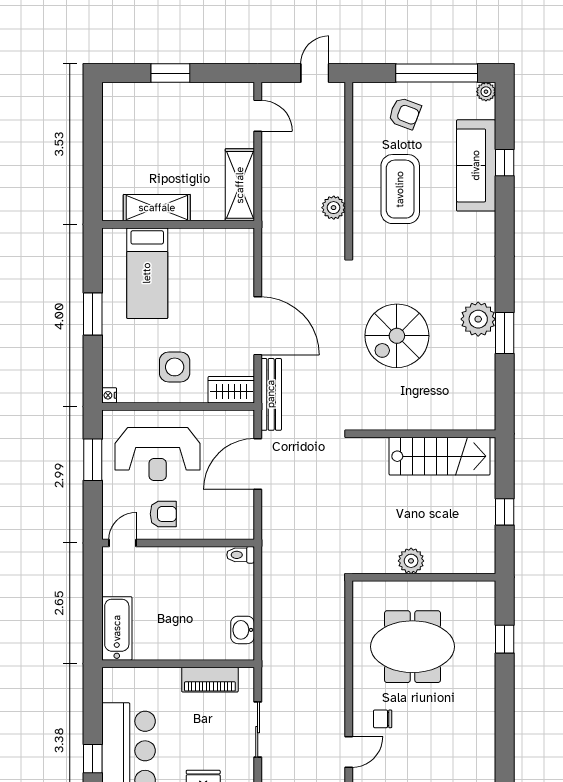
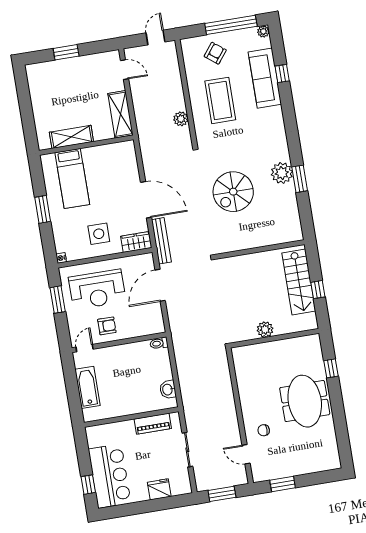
armchair: (405, 113) -> (215, 53), turned -73
stairs: (440, 456) -> (299, 282), moved, turned 90
bathtub: (117, 628) -> (87, 387), moved
meeting table: (412, 647) -> (305, 401), moved, turned 90
door: (349, 752) -> (246, 454), swing flipped

